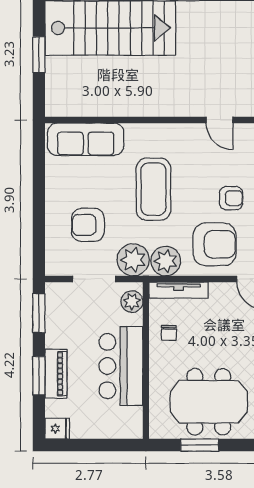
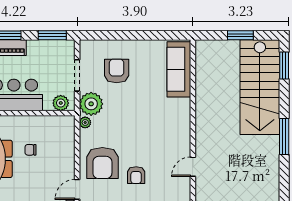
coffee table: (153, 189) -> (143, 119), removed
plant: (166, 261) -> (85, 122), width x0.53, depth x0.53
tv unit: (179, 290) -> (69, 137), removed
chair: (169, 333) -> (31, 150), moved

